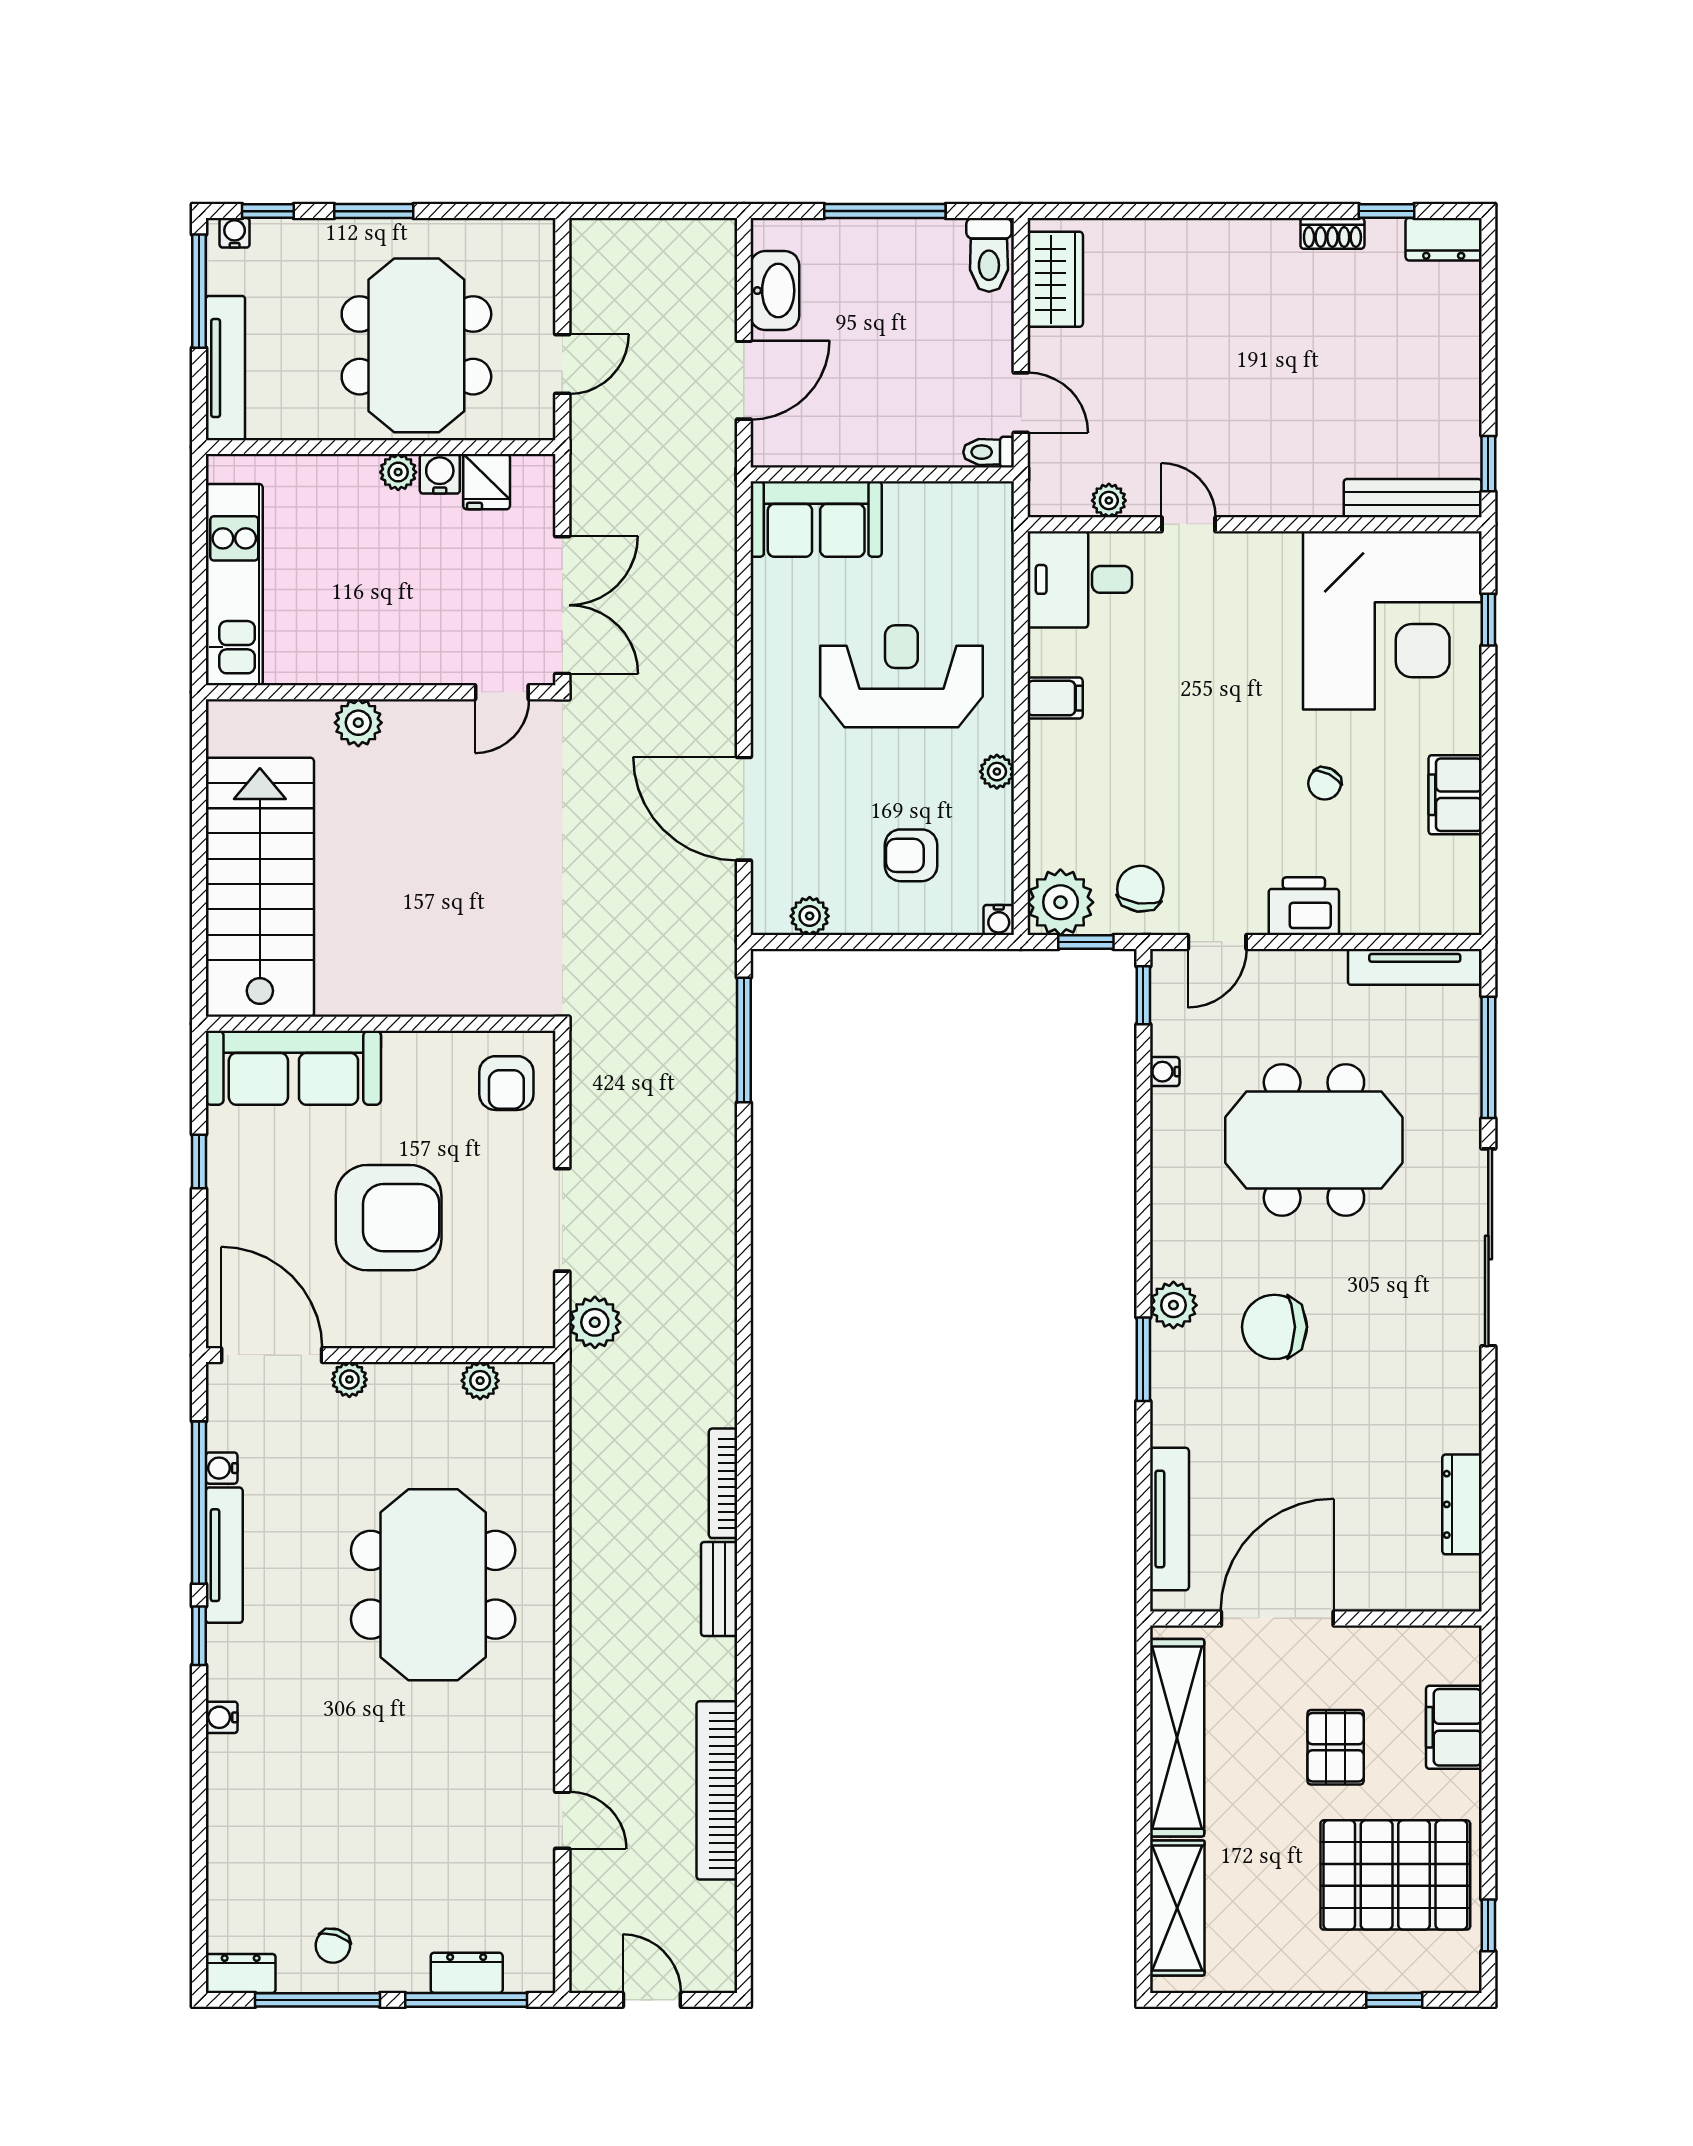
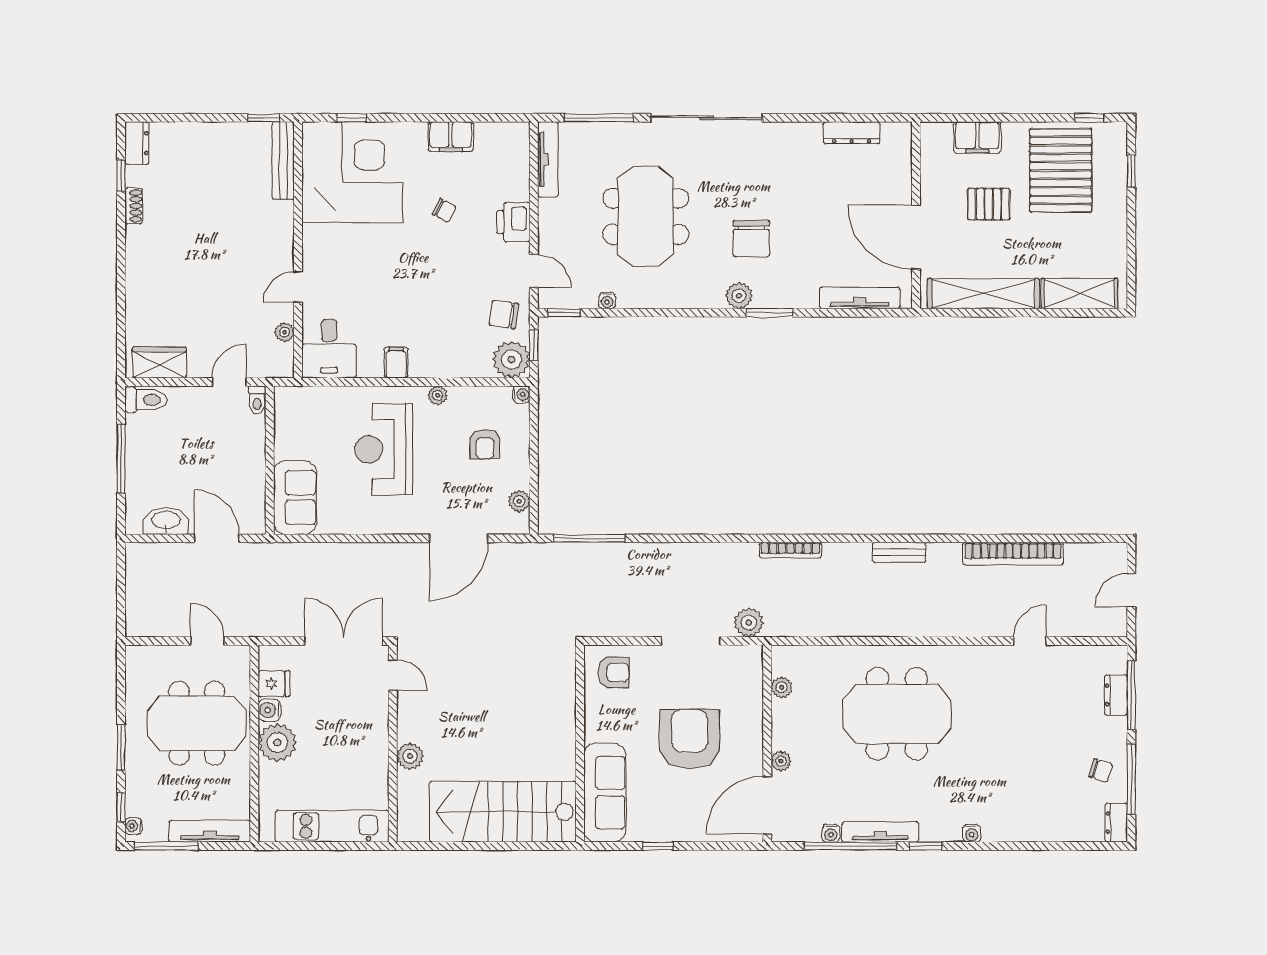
plant: (398, 472) -> (277, 743), width x1.88, depth x1.88
bookcase: (723, 1483) -> (790, 550), moved

